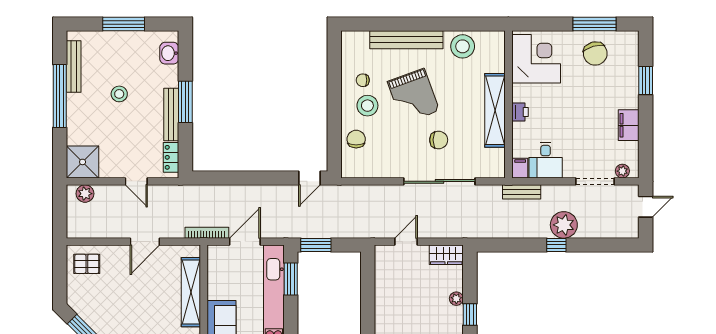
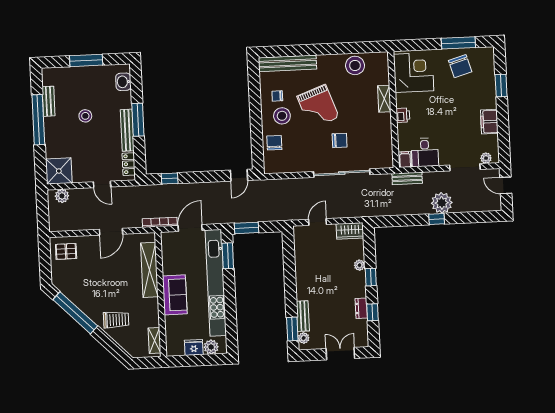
bench: (406, 40) -> (287, 63), moved
bench: (74, 66) -> (49, 101), width x0.73
shelving: (495, 110) -> (384, 99), width x0.45, depth x0.75
window: (222, 178) -> (170, 179), added
door: (646, 207) -> (506, 185), swing flipped

